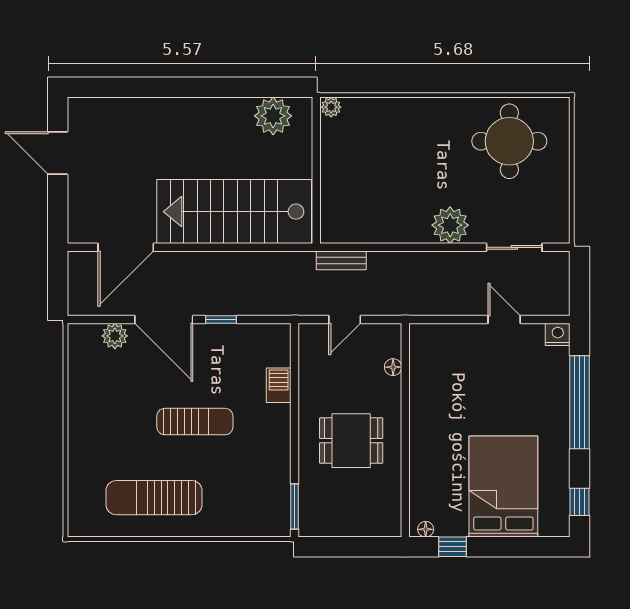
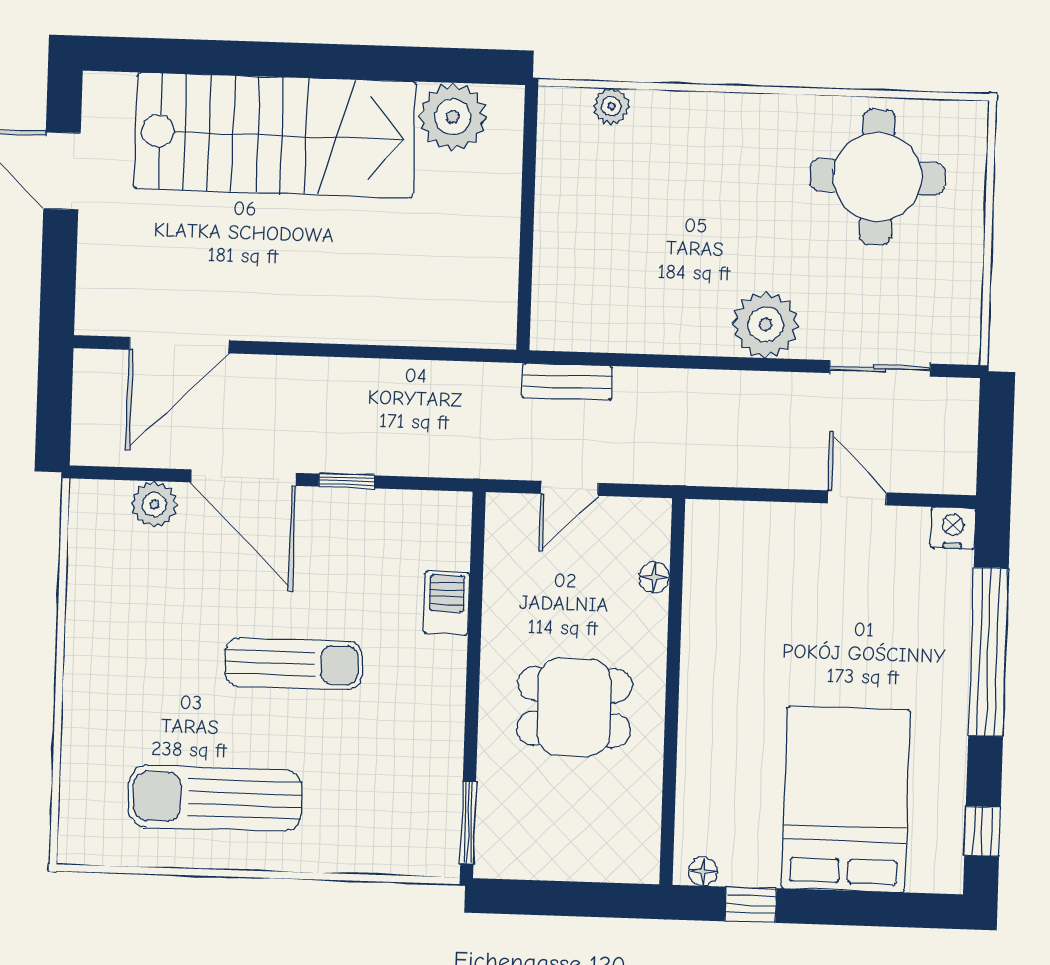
plant: (331, 107) -> (611, 106), moved
stairs: (234, 212) -> (275, 135), moved, turned 180

